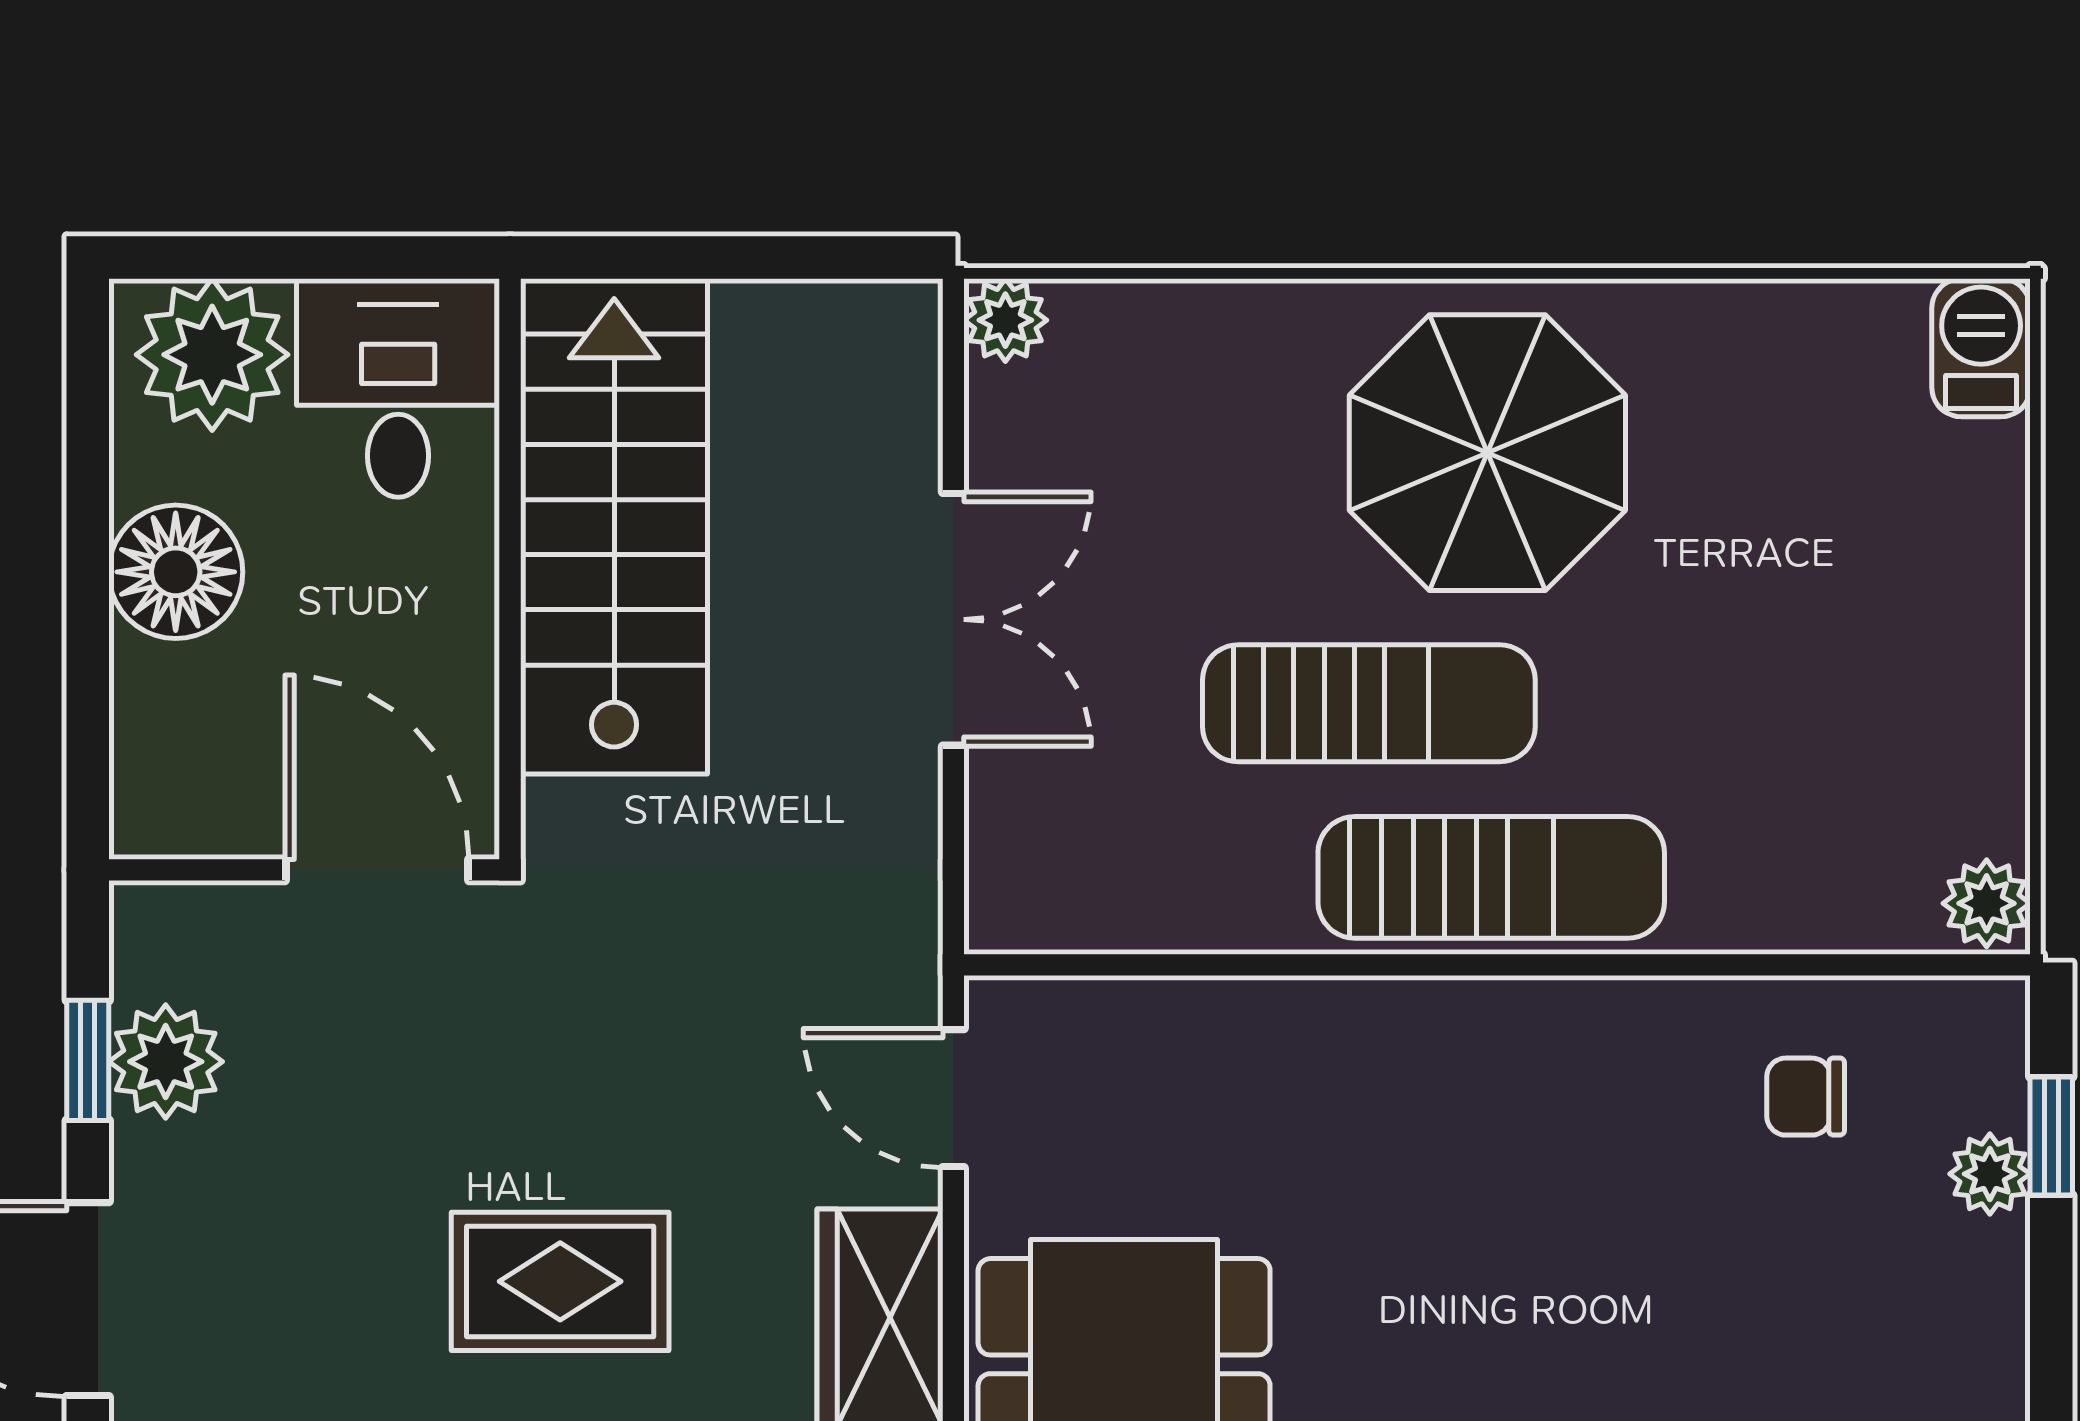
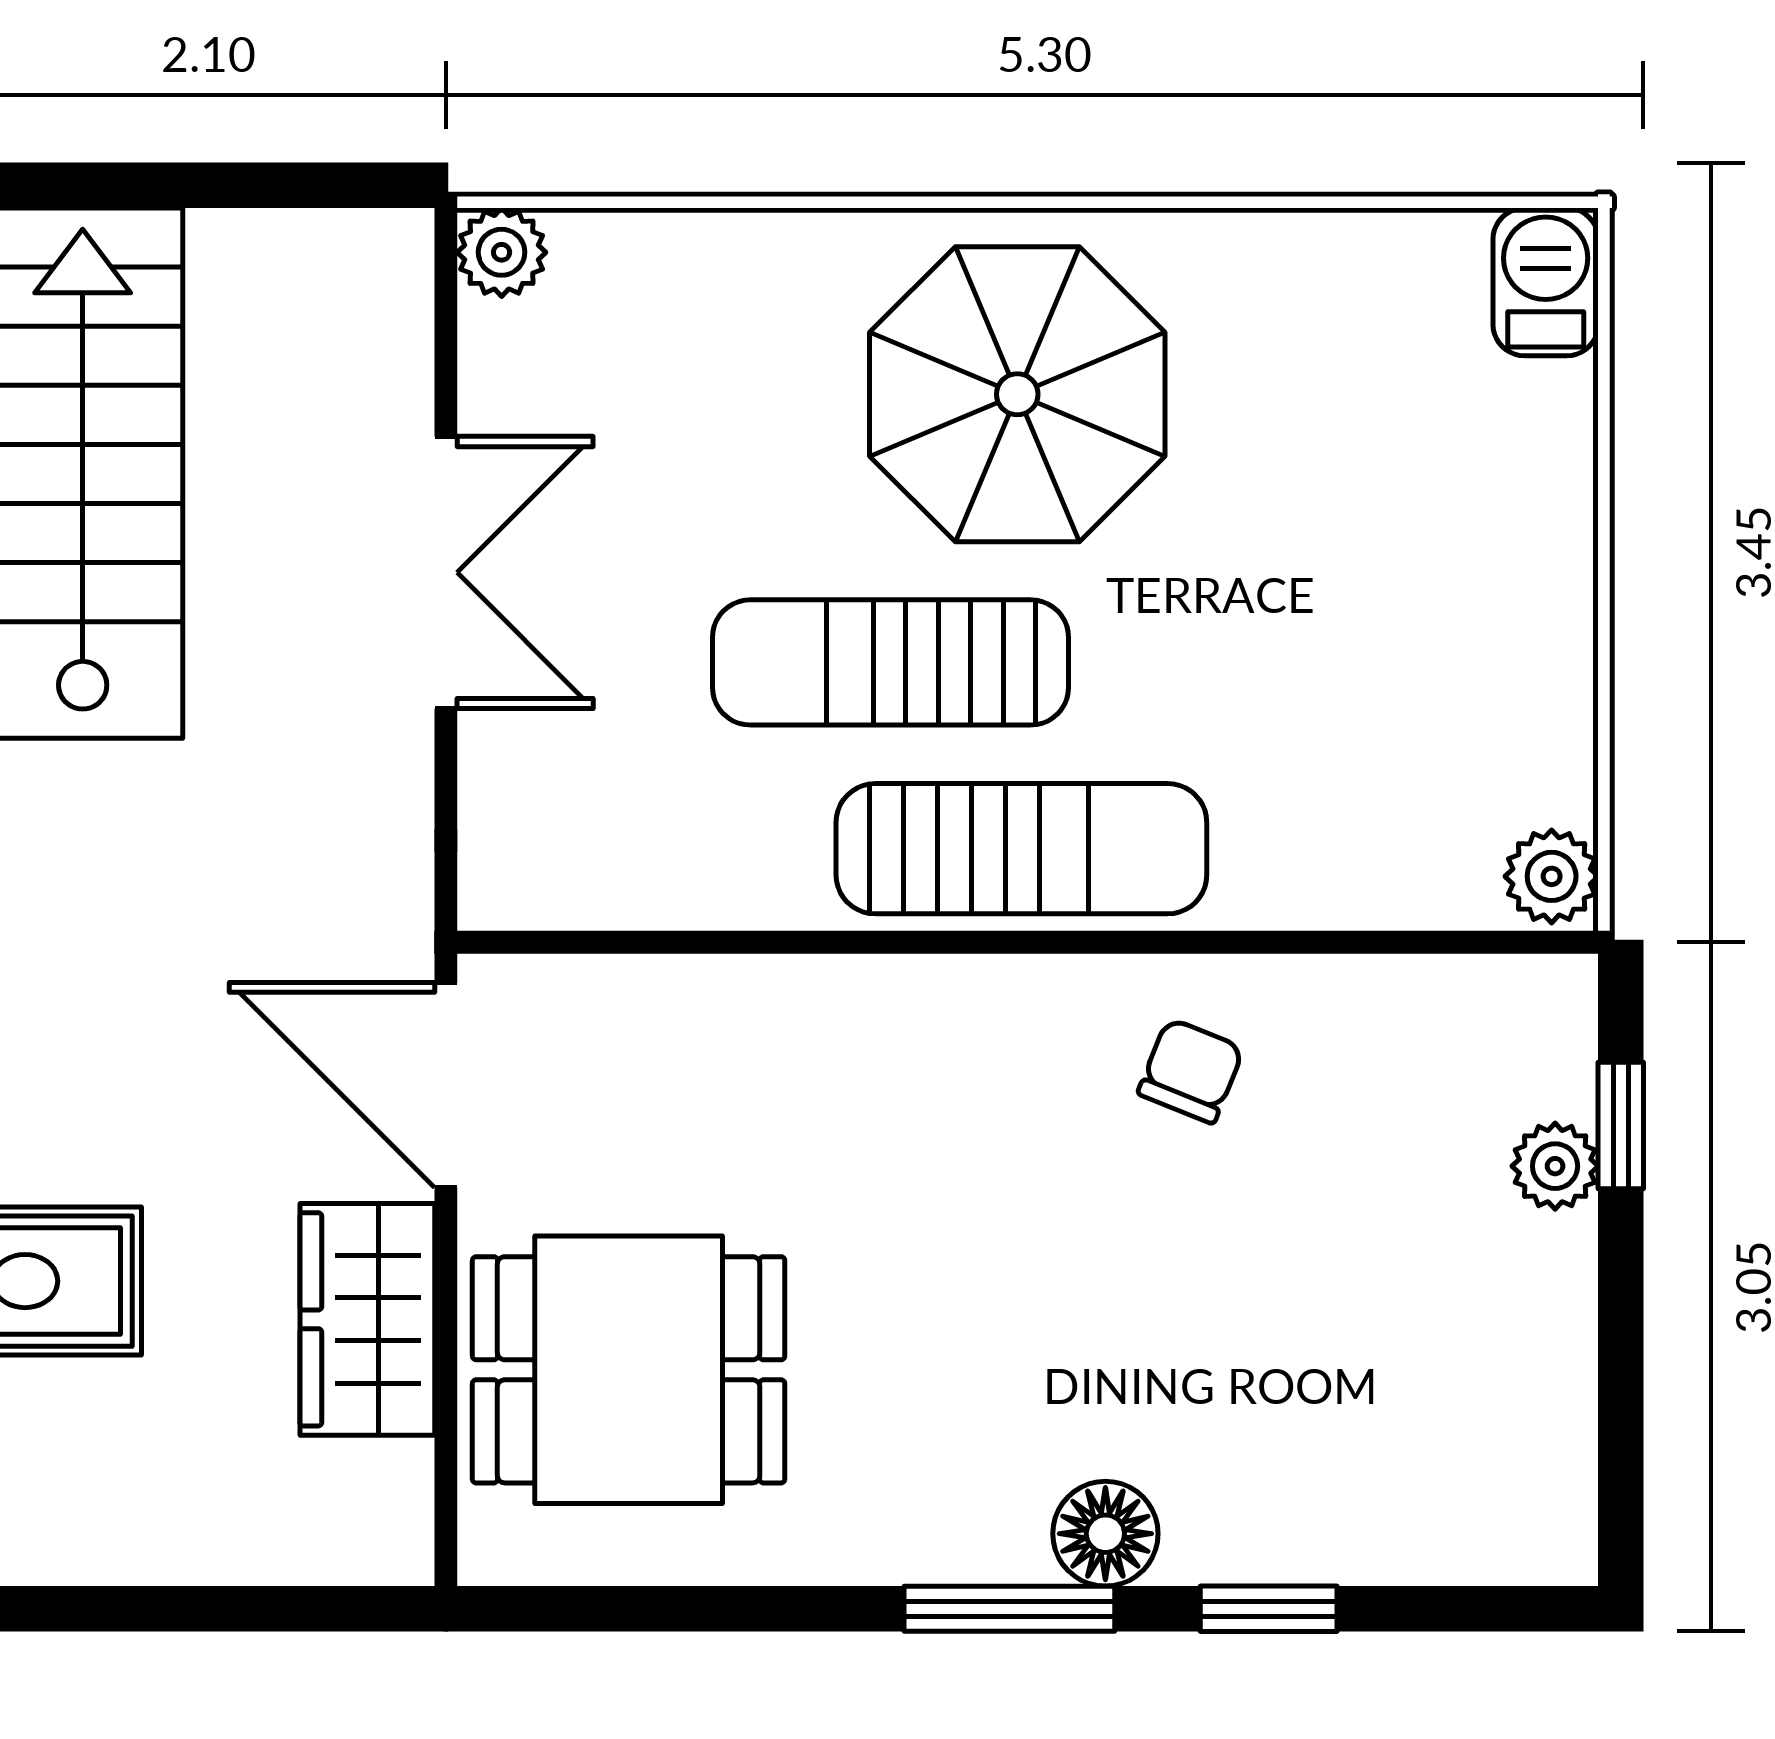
sun lounger: (1369, 703) -> (891, 662), turned 180
chair: (1806, 1097) -> (1191, 1071), moved, turned 112
door: (953, 1098) -> (446, 1085), width x1.38

